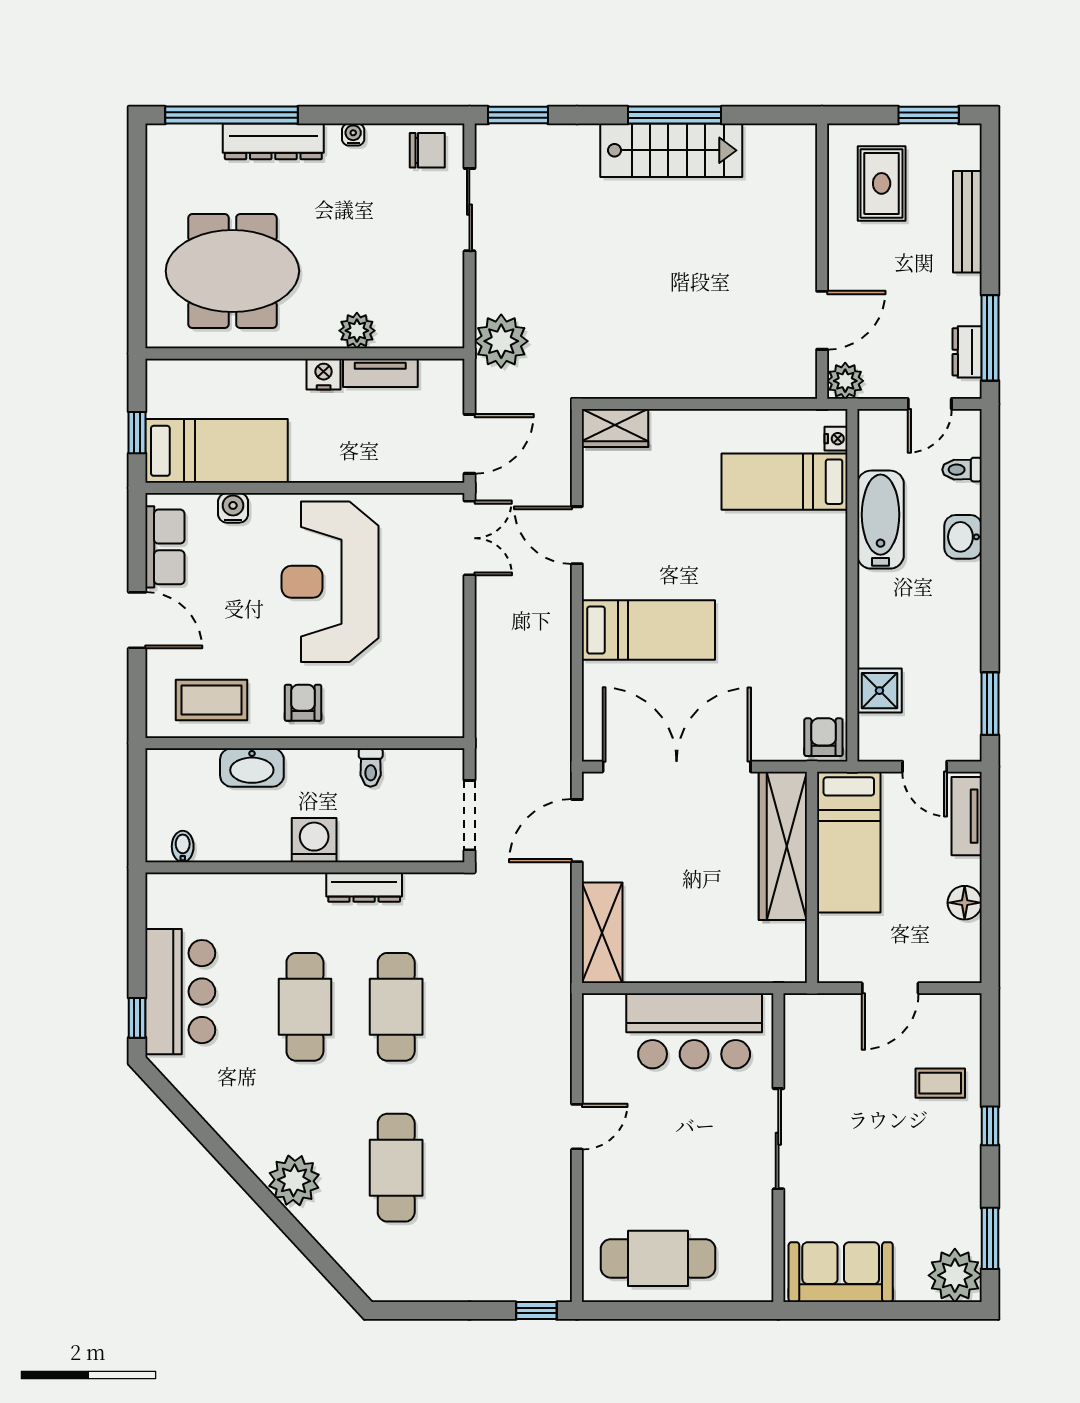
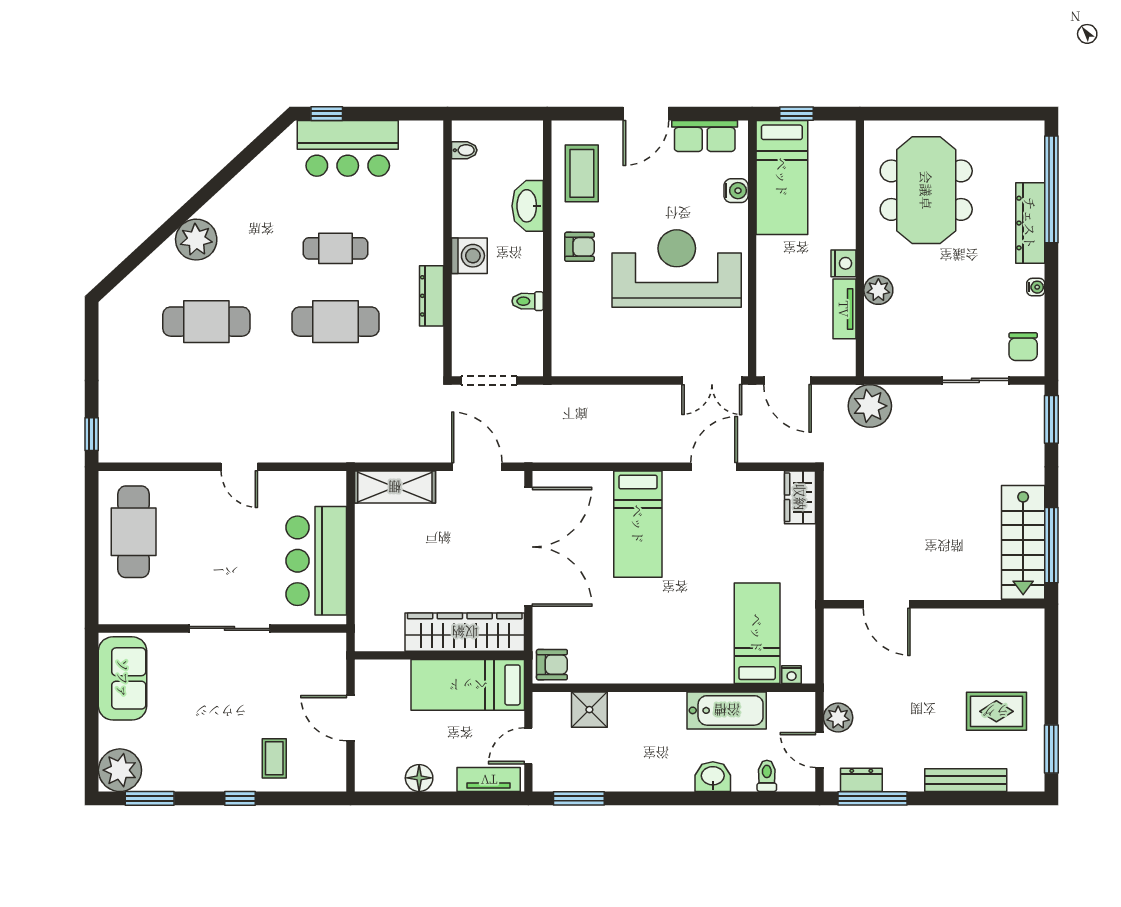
wall: (822, 261) -> (934, 604), moved
door: (822, 320) -> (887, 604), moved
plant: (845, 381) -> (838, 718), moved
cafe table: (305, 1007) -> (335, 248), width x0.73, depth x0.74

